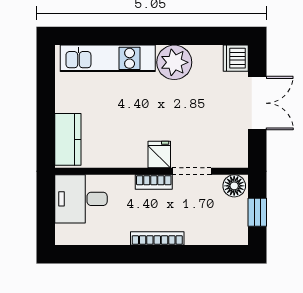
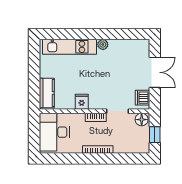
dishwasher: (236, 58) -> (143, 98), moved
plant: (174, 62) -> (103, 45), width x0.53, depth x0.53
fridge: (159, 154) -> (82, 102), moved
desk: (81, 199) -> (54, 132), width x1.37

